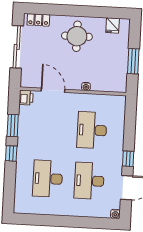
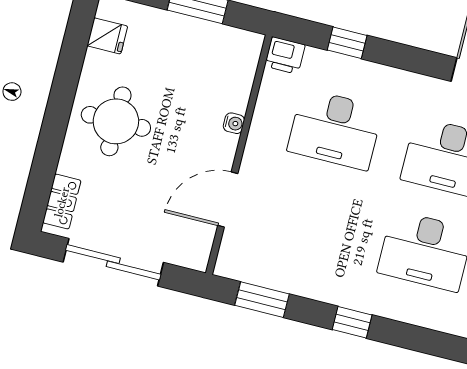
printer: (26, 98) -> (285, 55), moved, turned 180
window: (13, 126) -> (262, 300), moved
window: (128, 159) -> (347, 43), moved

